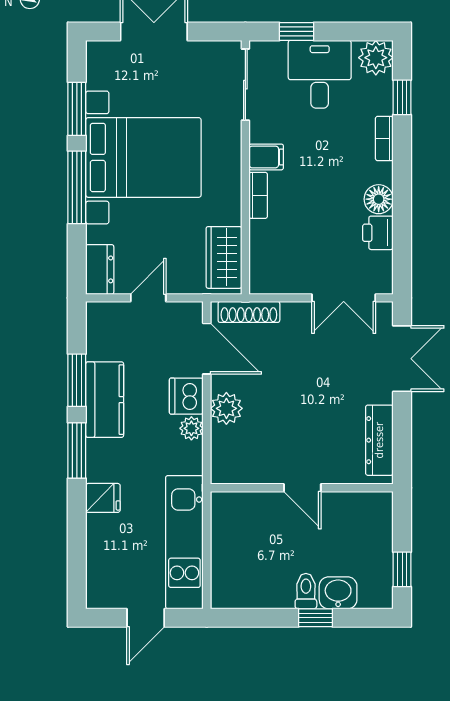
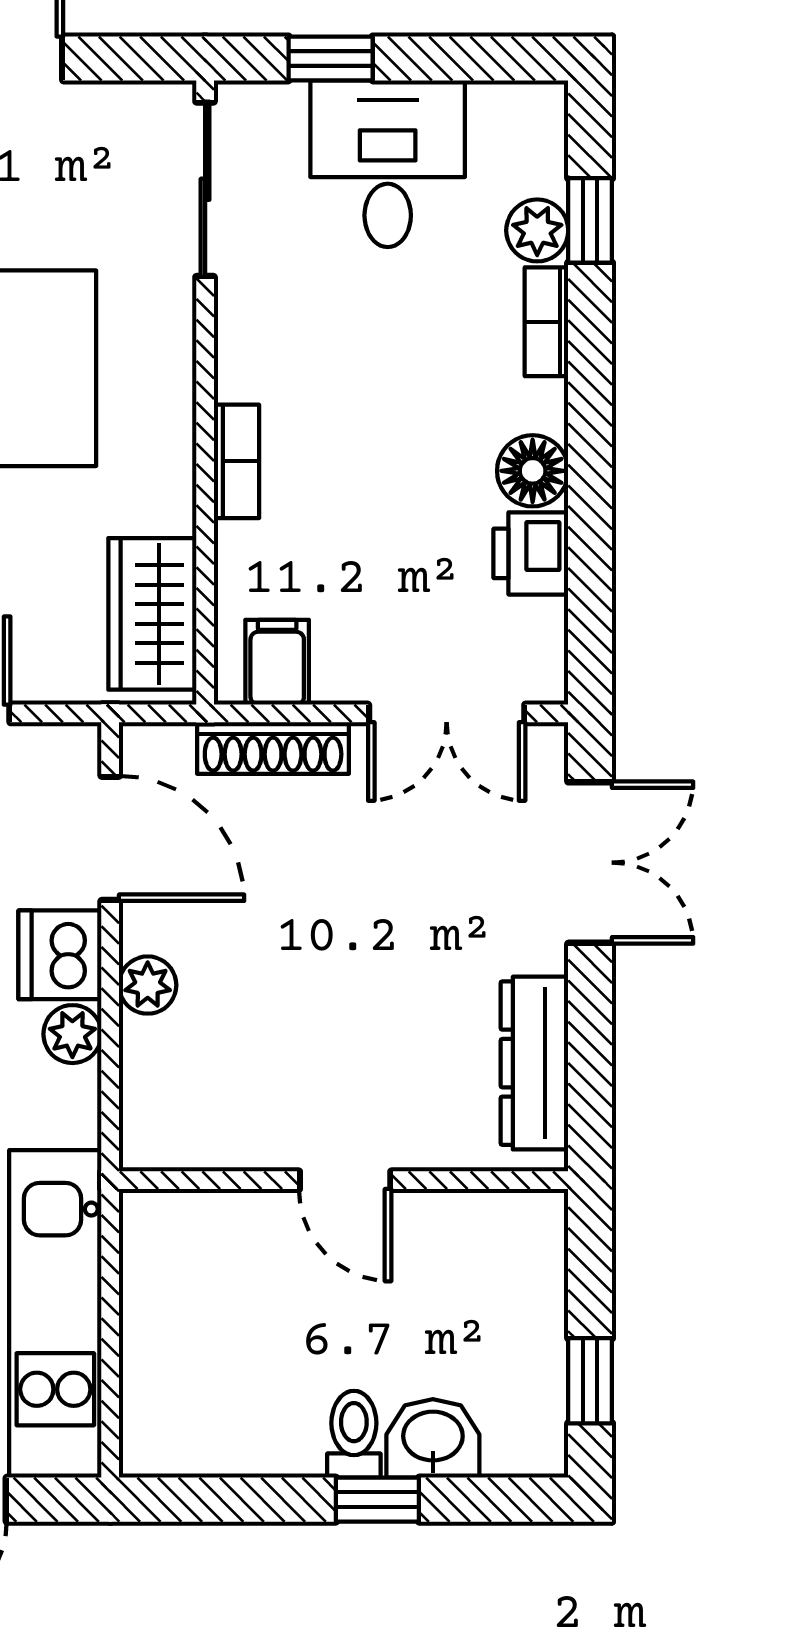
plant: (376, 58) -> (537, 230), moved, width x0.73, depth x0.73
filing cabinet: (266, 157) -> (277, 662), moved, turned -90
shoe rack: (249, 312) -> (273, 748), moved
plant: (226, 408) -> (148, 985), width x0.73, depth x0.73

